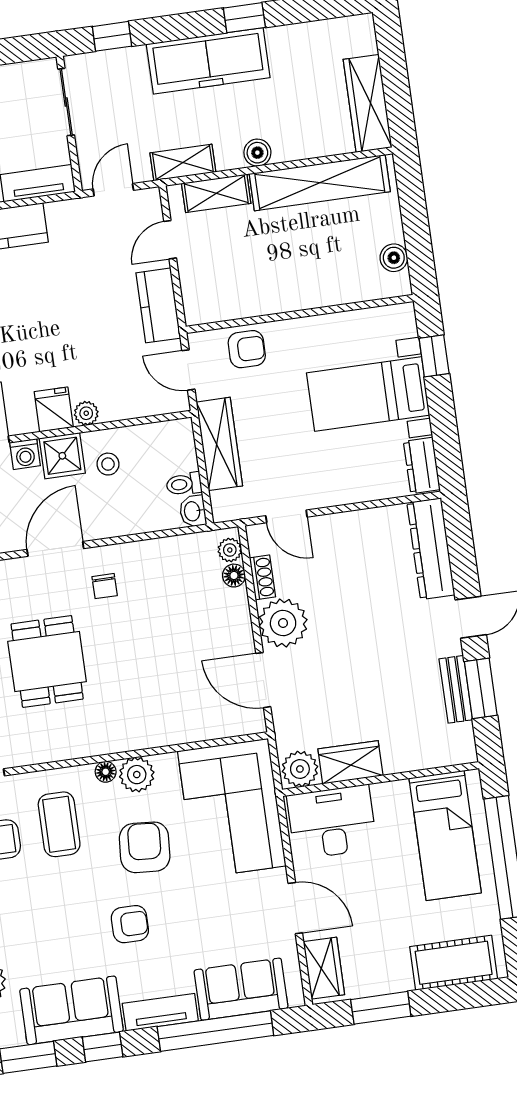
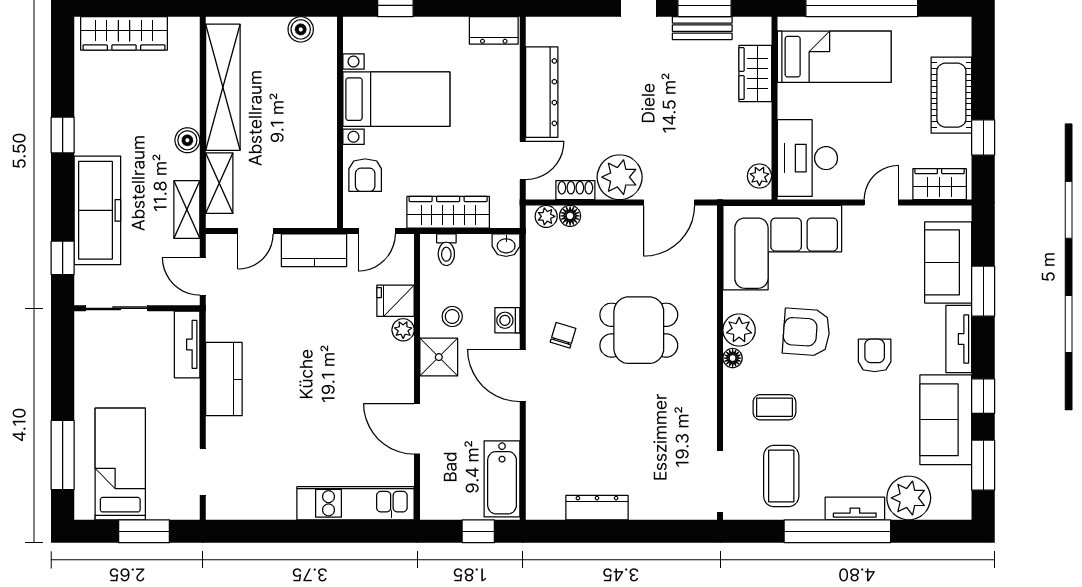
freezer: (208, 61) -> (97, 210), moved
wardrobe: (368, 103) -> (124, 33), moved
door: (170, 240) -> (256, 231), hinge flipped
armchair: (247, 349) -> (365, 175), turned 180
bed with nightstands: (368, 394) -> (396, 99), moved, turned -90
fridge: (54, 409) -> (396, 301), moved
washing machine: (25, 454) -> (507, 320), moved, turned 180
toilet: (184, 484) -> (446, 250), moved
dresser: (431, 549) -> (542, 92), moved, turned -90
chair: (105, 586) -> (563, 335), turned -73
dining table: (47, 661) -> (639, 330), moved
wardrobe: (350, 762) -> (755, 73), moved
plant: (300, 769) -> (759, 176), width x0.73, depth x0.73
coffee table: (59, 824) -> (774, 407), width x0.73, depth x0.77
door: (295, 908) -> (881, 203), width x0.73
cot: (454, 963) -> (951, 95), moved
window: (381, 1008) -> (983, 137), width x0.67
window: (215, 1031) -> (983, 291), width x0.47

